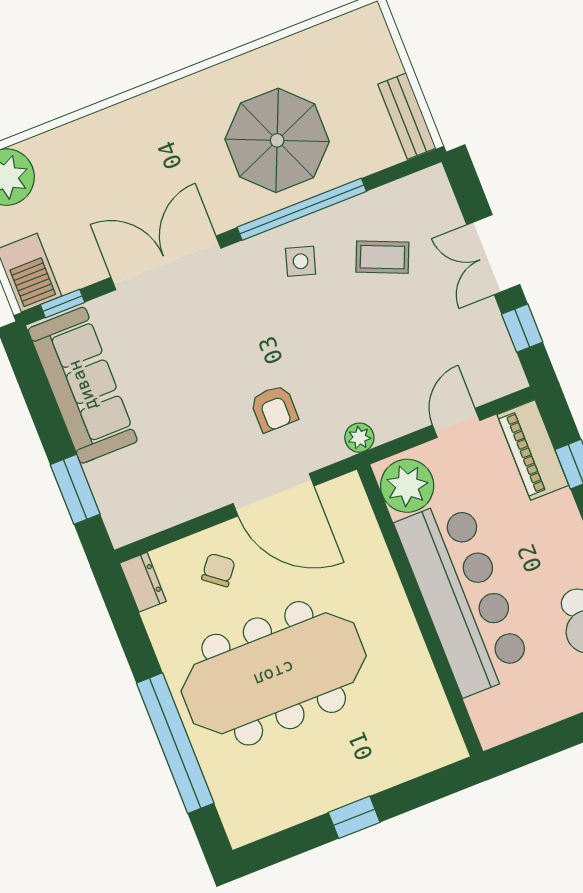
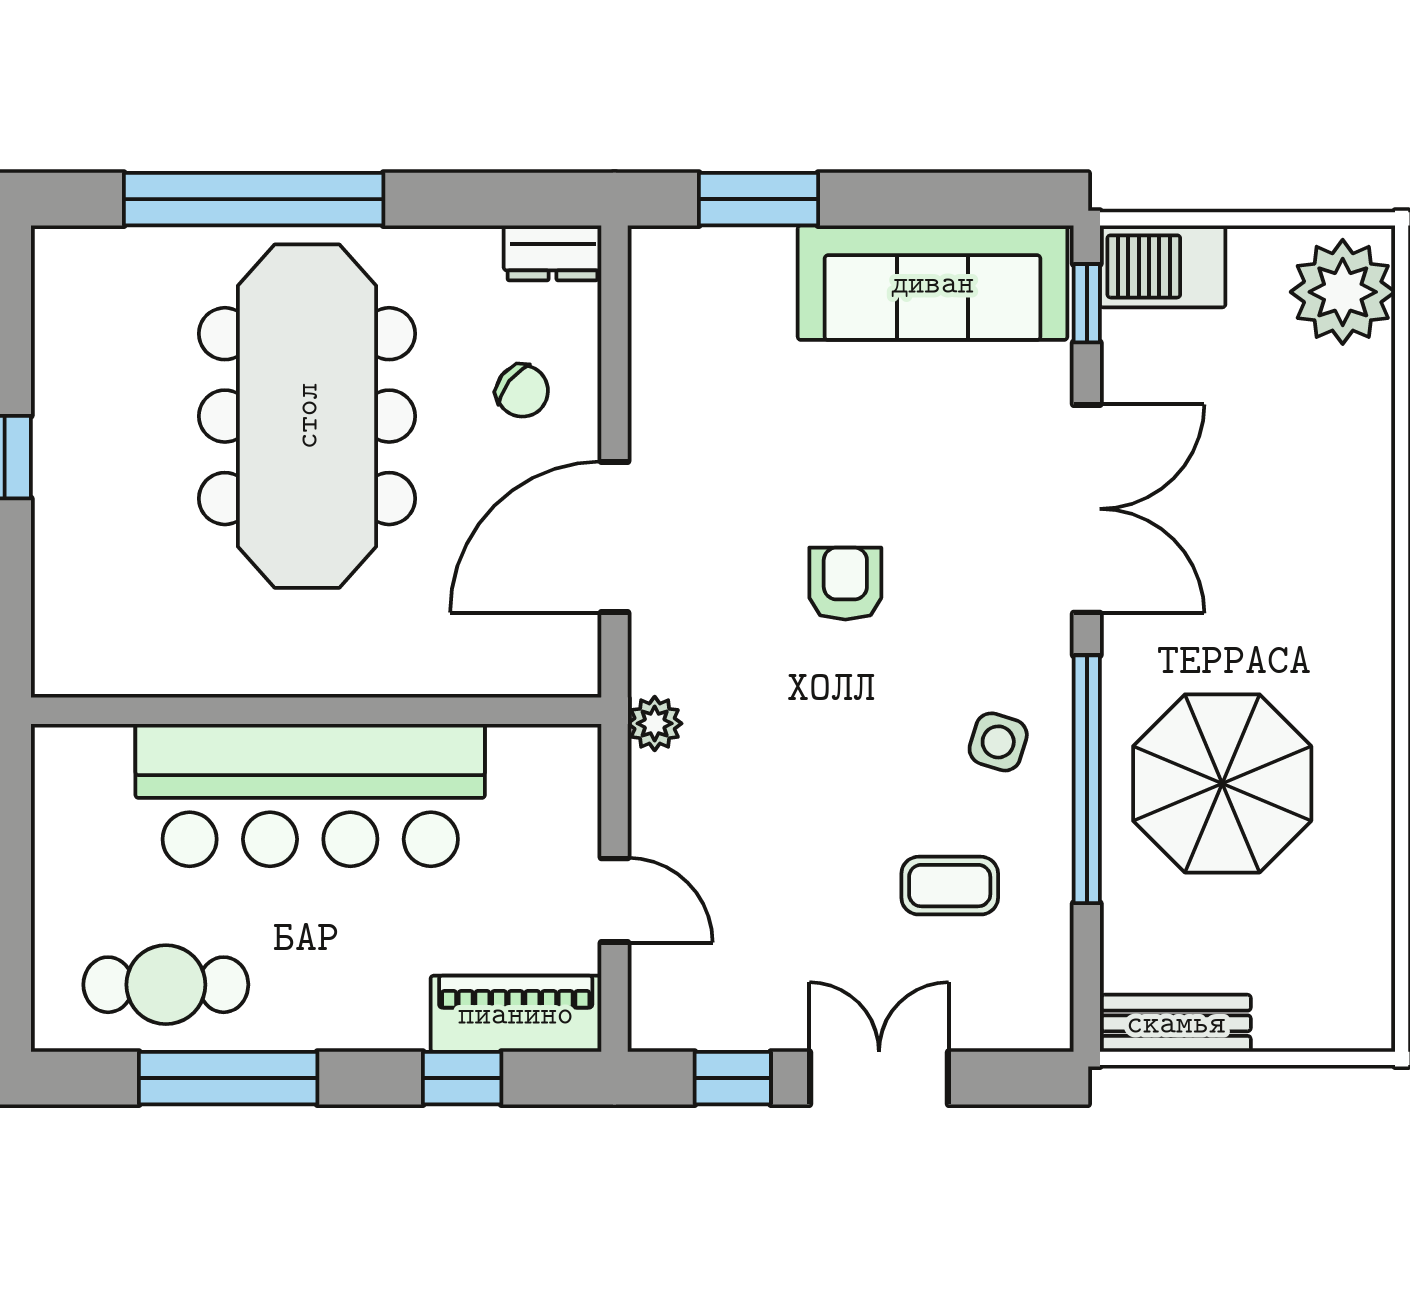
coffee table: (382, 257) -> (950, 886), turned 67
armchair: (274, 408) -> (845, 584), moved, turned 90
plant: (407, 486) -> (539, 773), removed

